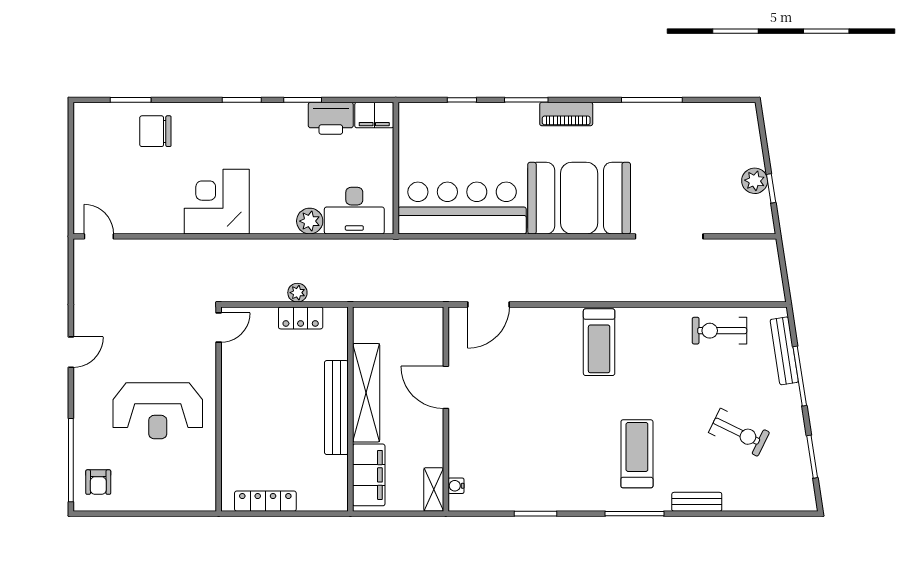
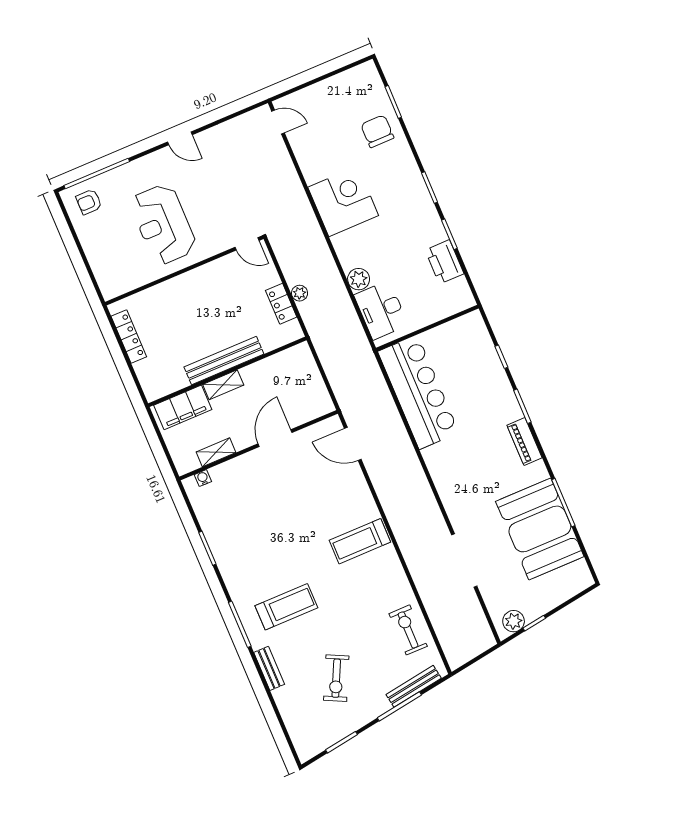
filing cabinet: (374, 115) -> (461, 294), removed
plant: (755, 181) -> (514, 621), moved
booth: (579, 198) -> (540, 529), moved
door: (99, 236) -> (278, 122), hinge flipped
shelving: (366, 393) -> (223, 385), width x0.45, depth x0.75
shelving: (434, 489) -> (216, 452), moved

